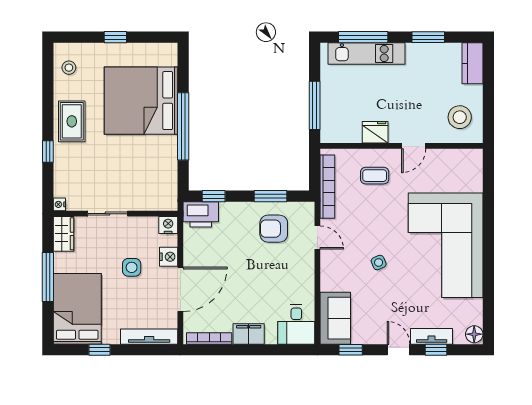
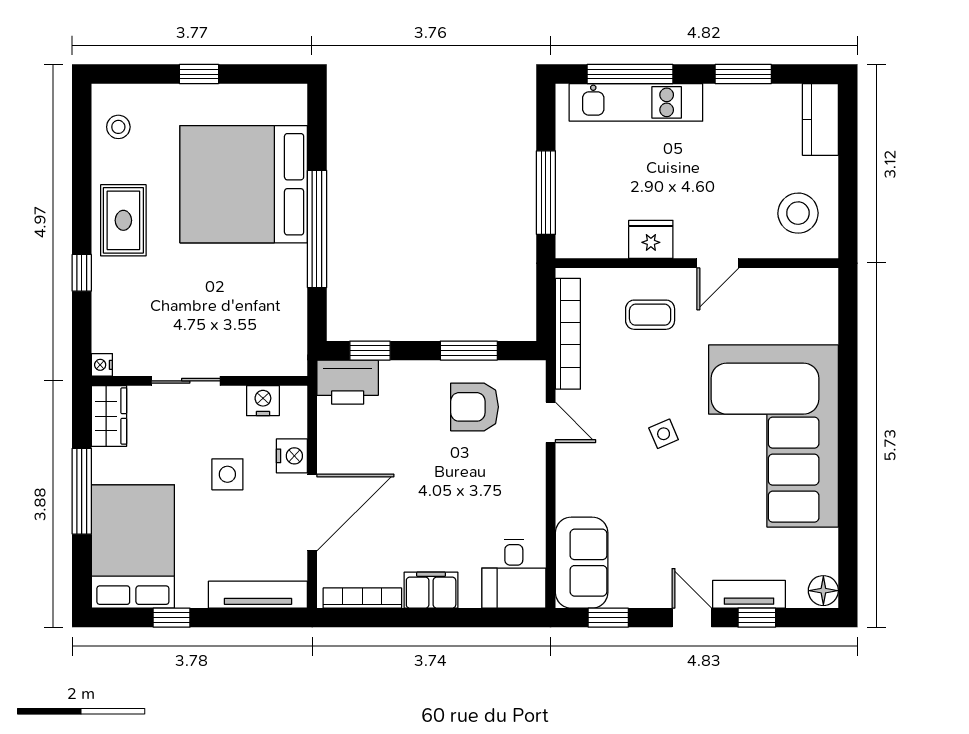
nightstand: (168, 225) -> (263, 401), moved
side table: (379, 263) -> (664, 434), moved

